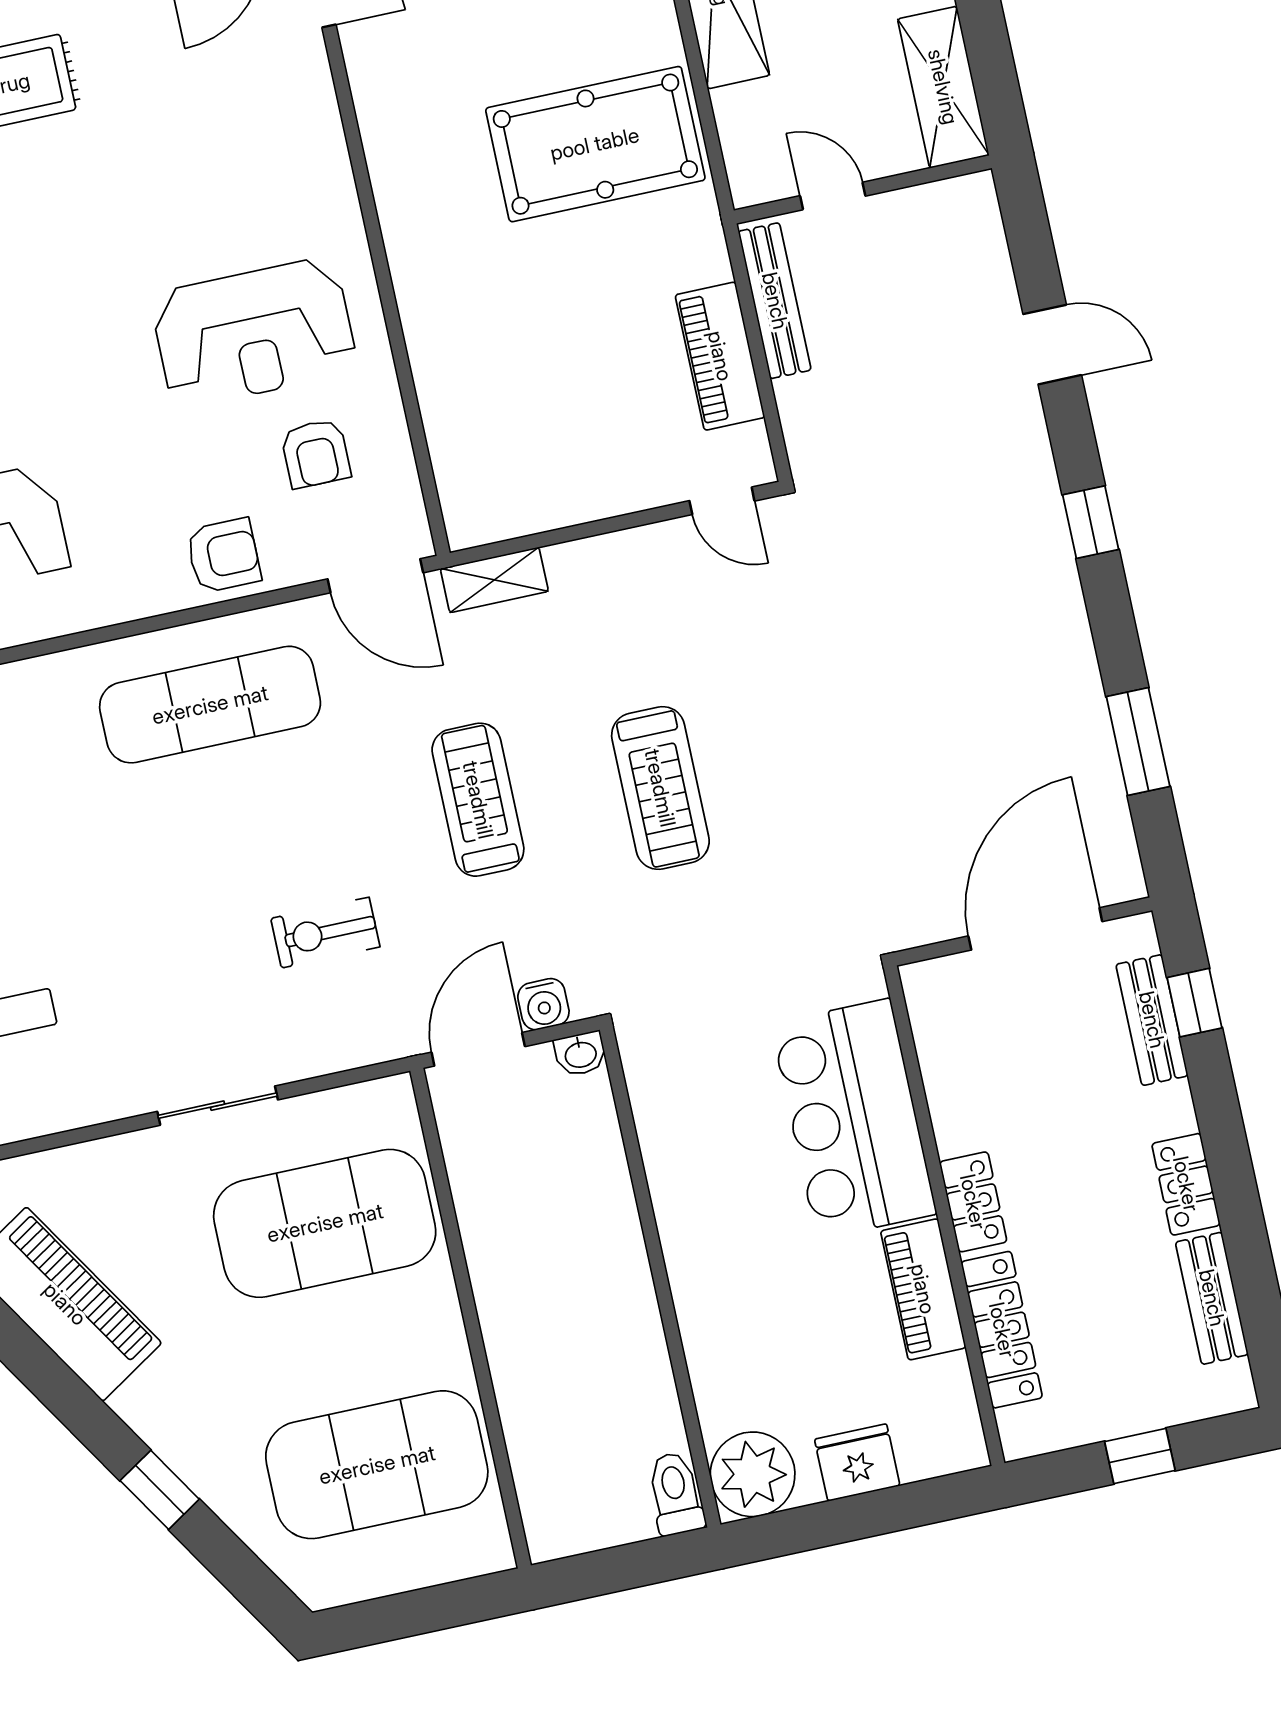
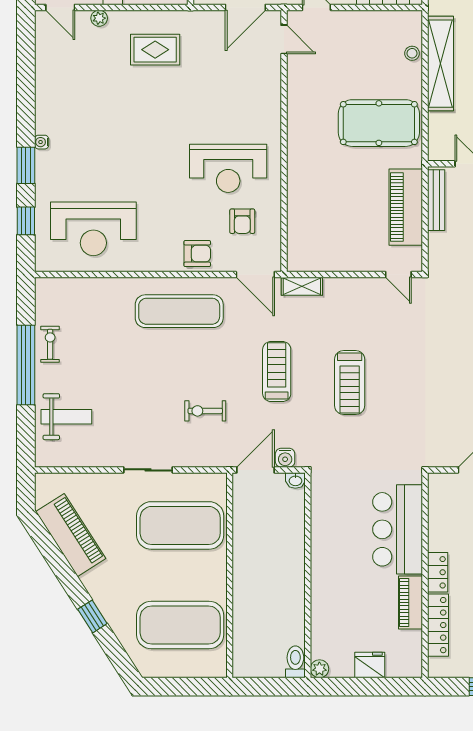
piano: (720, 356) -> (406, 207), width x1.37, depth x1.33
plant: (753, 1474) -> (319, 669), width x0.53, depth x0.53

